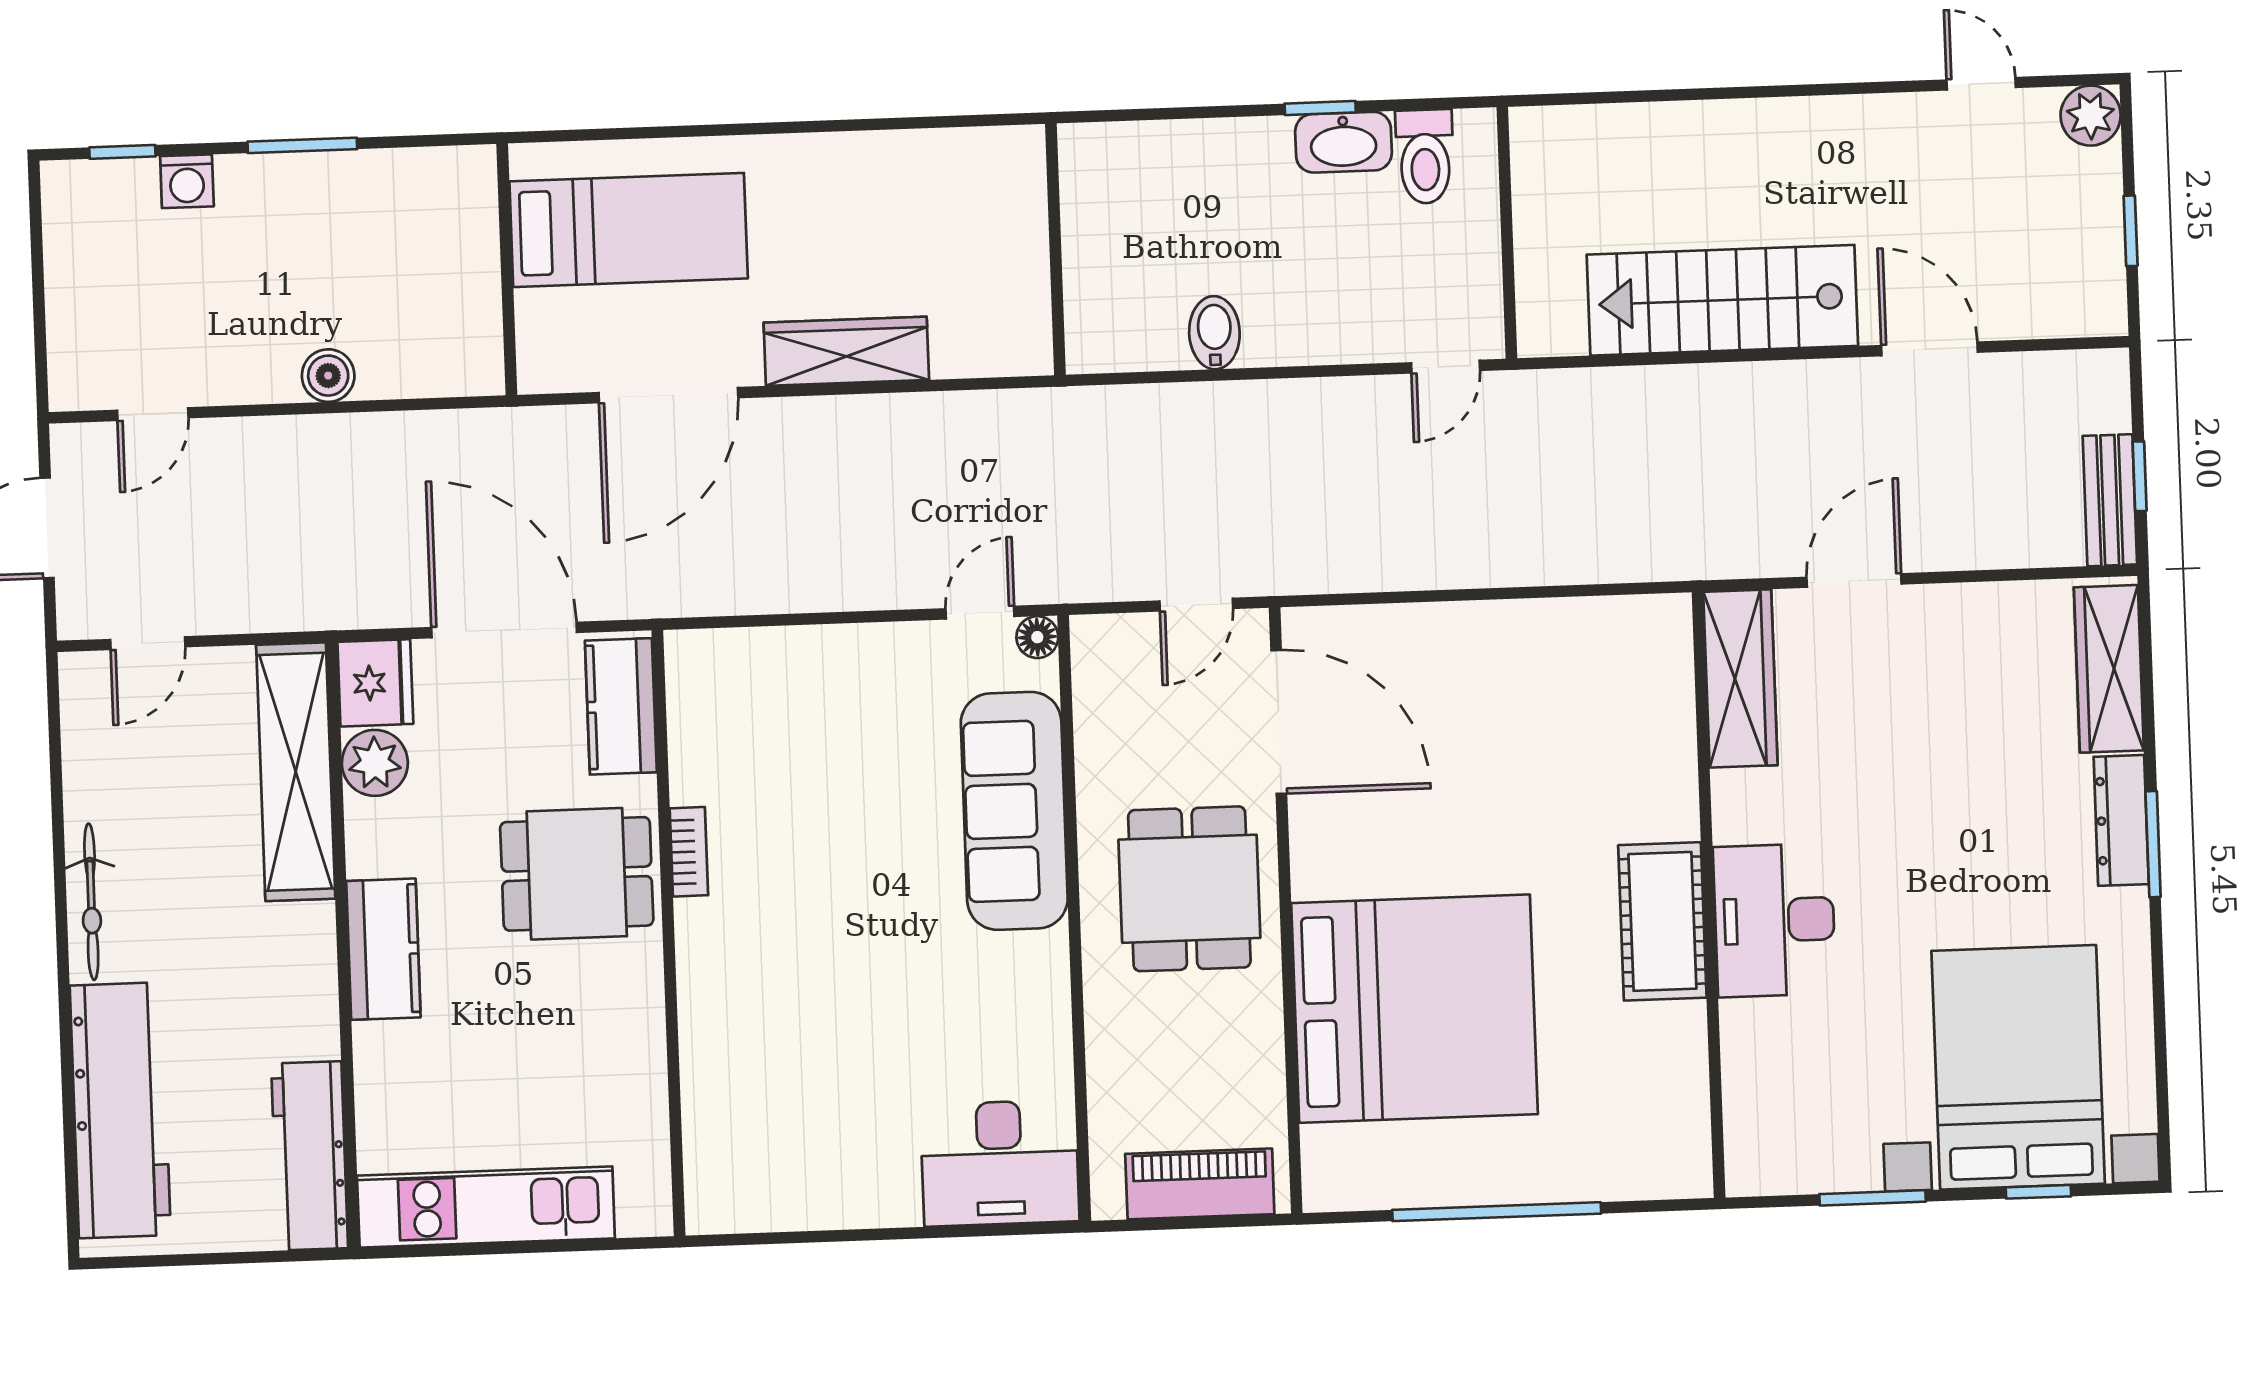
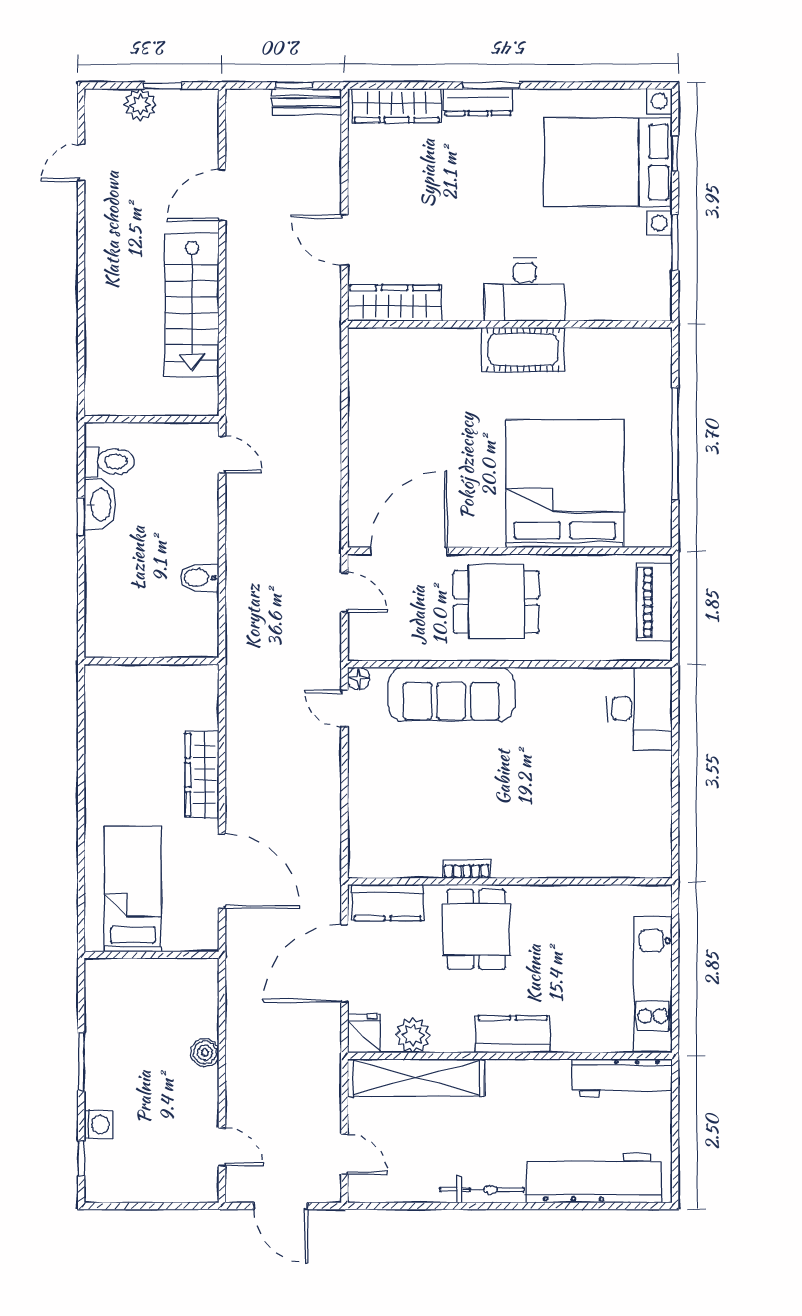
plant: (2091, 116) -> (140, 105), moved
fridge: (375, 683) -> (364, 1033), width x0.72

